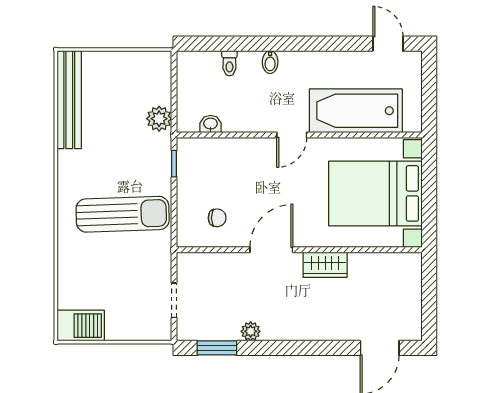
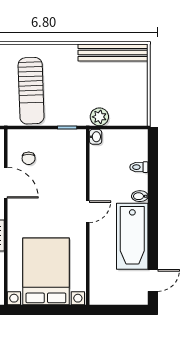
bathtub: (356, 111) -> (132, 236), moved, turned 180
washbasin: (211, 124) -> (96, 137), moved
door: (292, 135) -> (88, 212), swing flipped
door: (271, 250) -> (6, 183), moved

